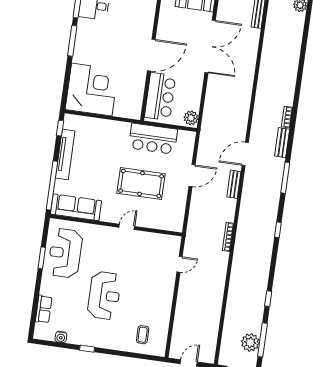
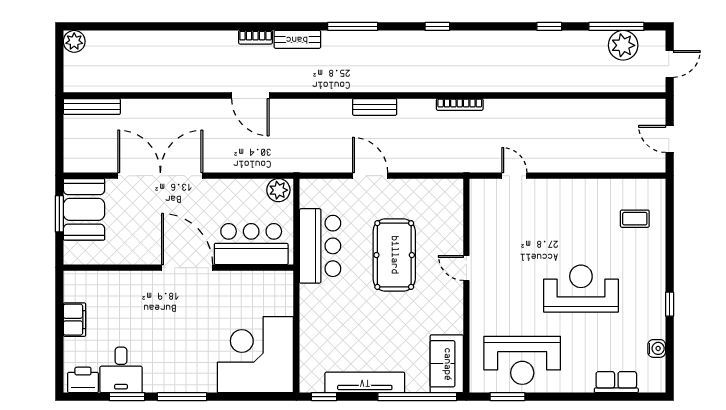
door: (245, 154) -> (250, 96), moved
sofa: (76, 207) -> (447, 364), width x0.73
window: (42, 258) -> (507, 397), moved

